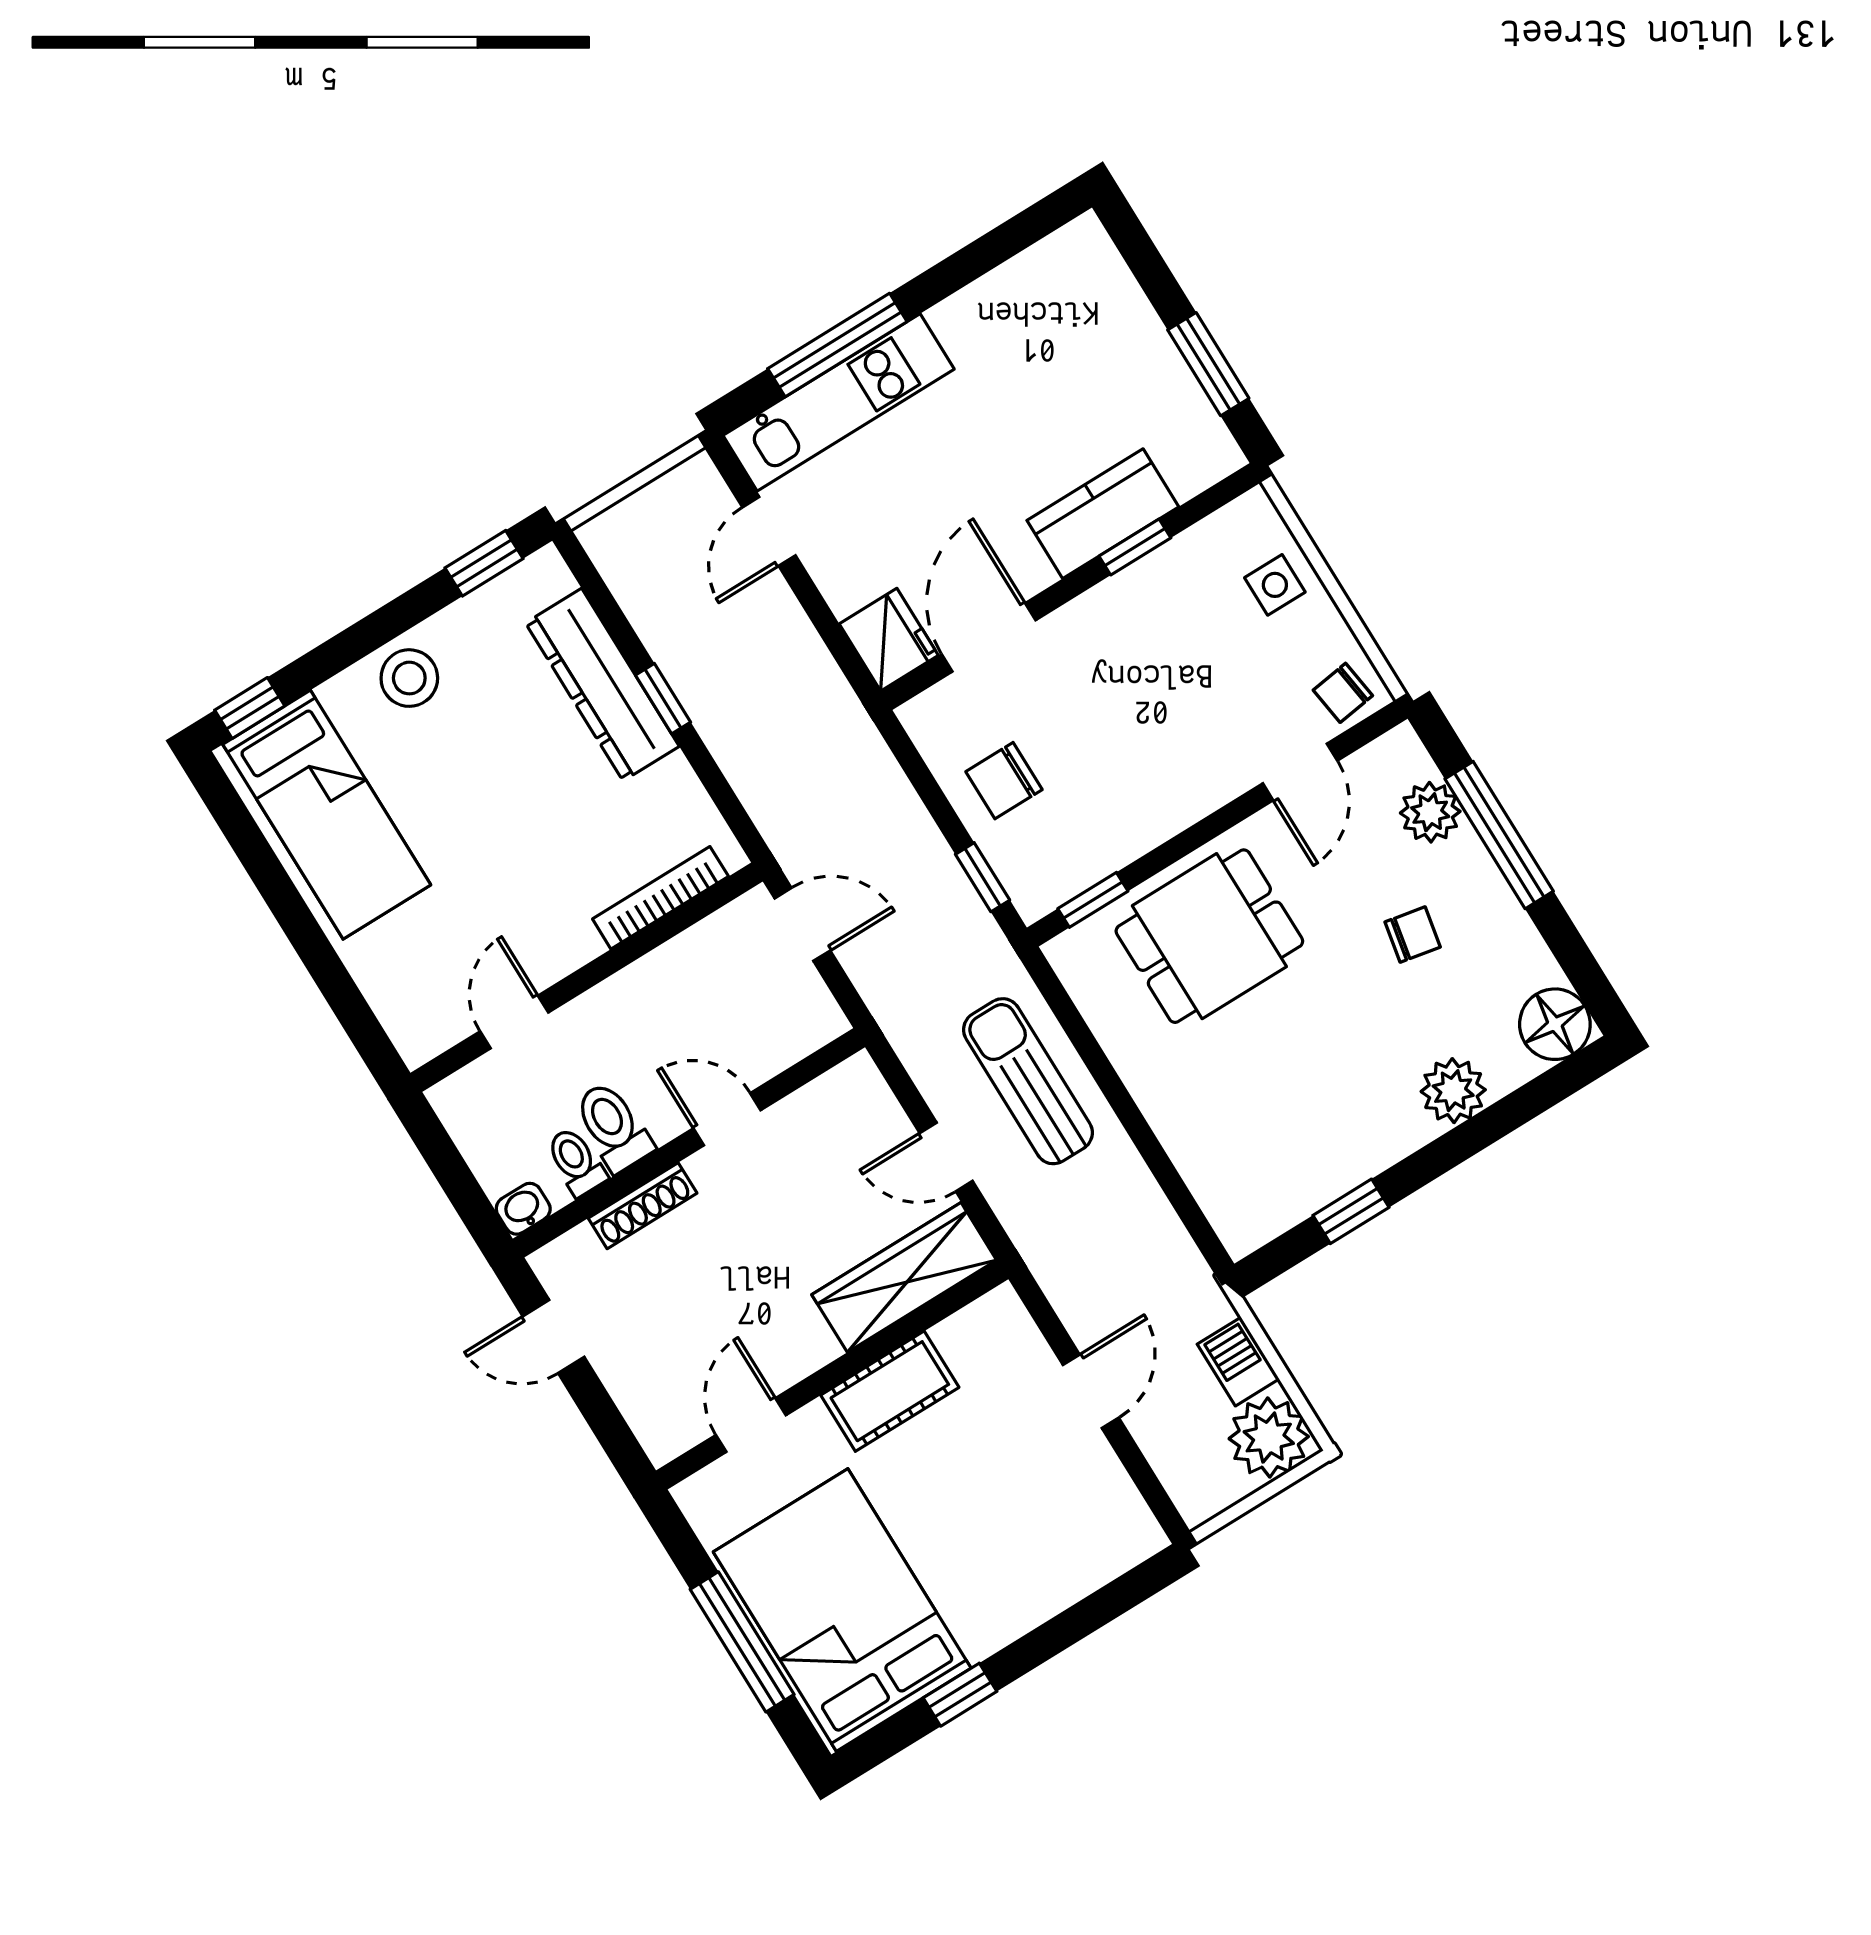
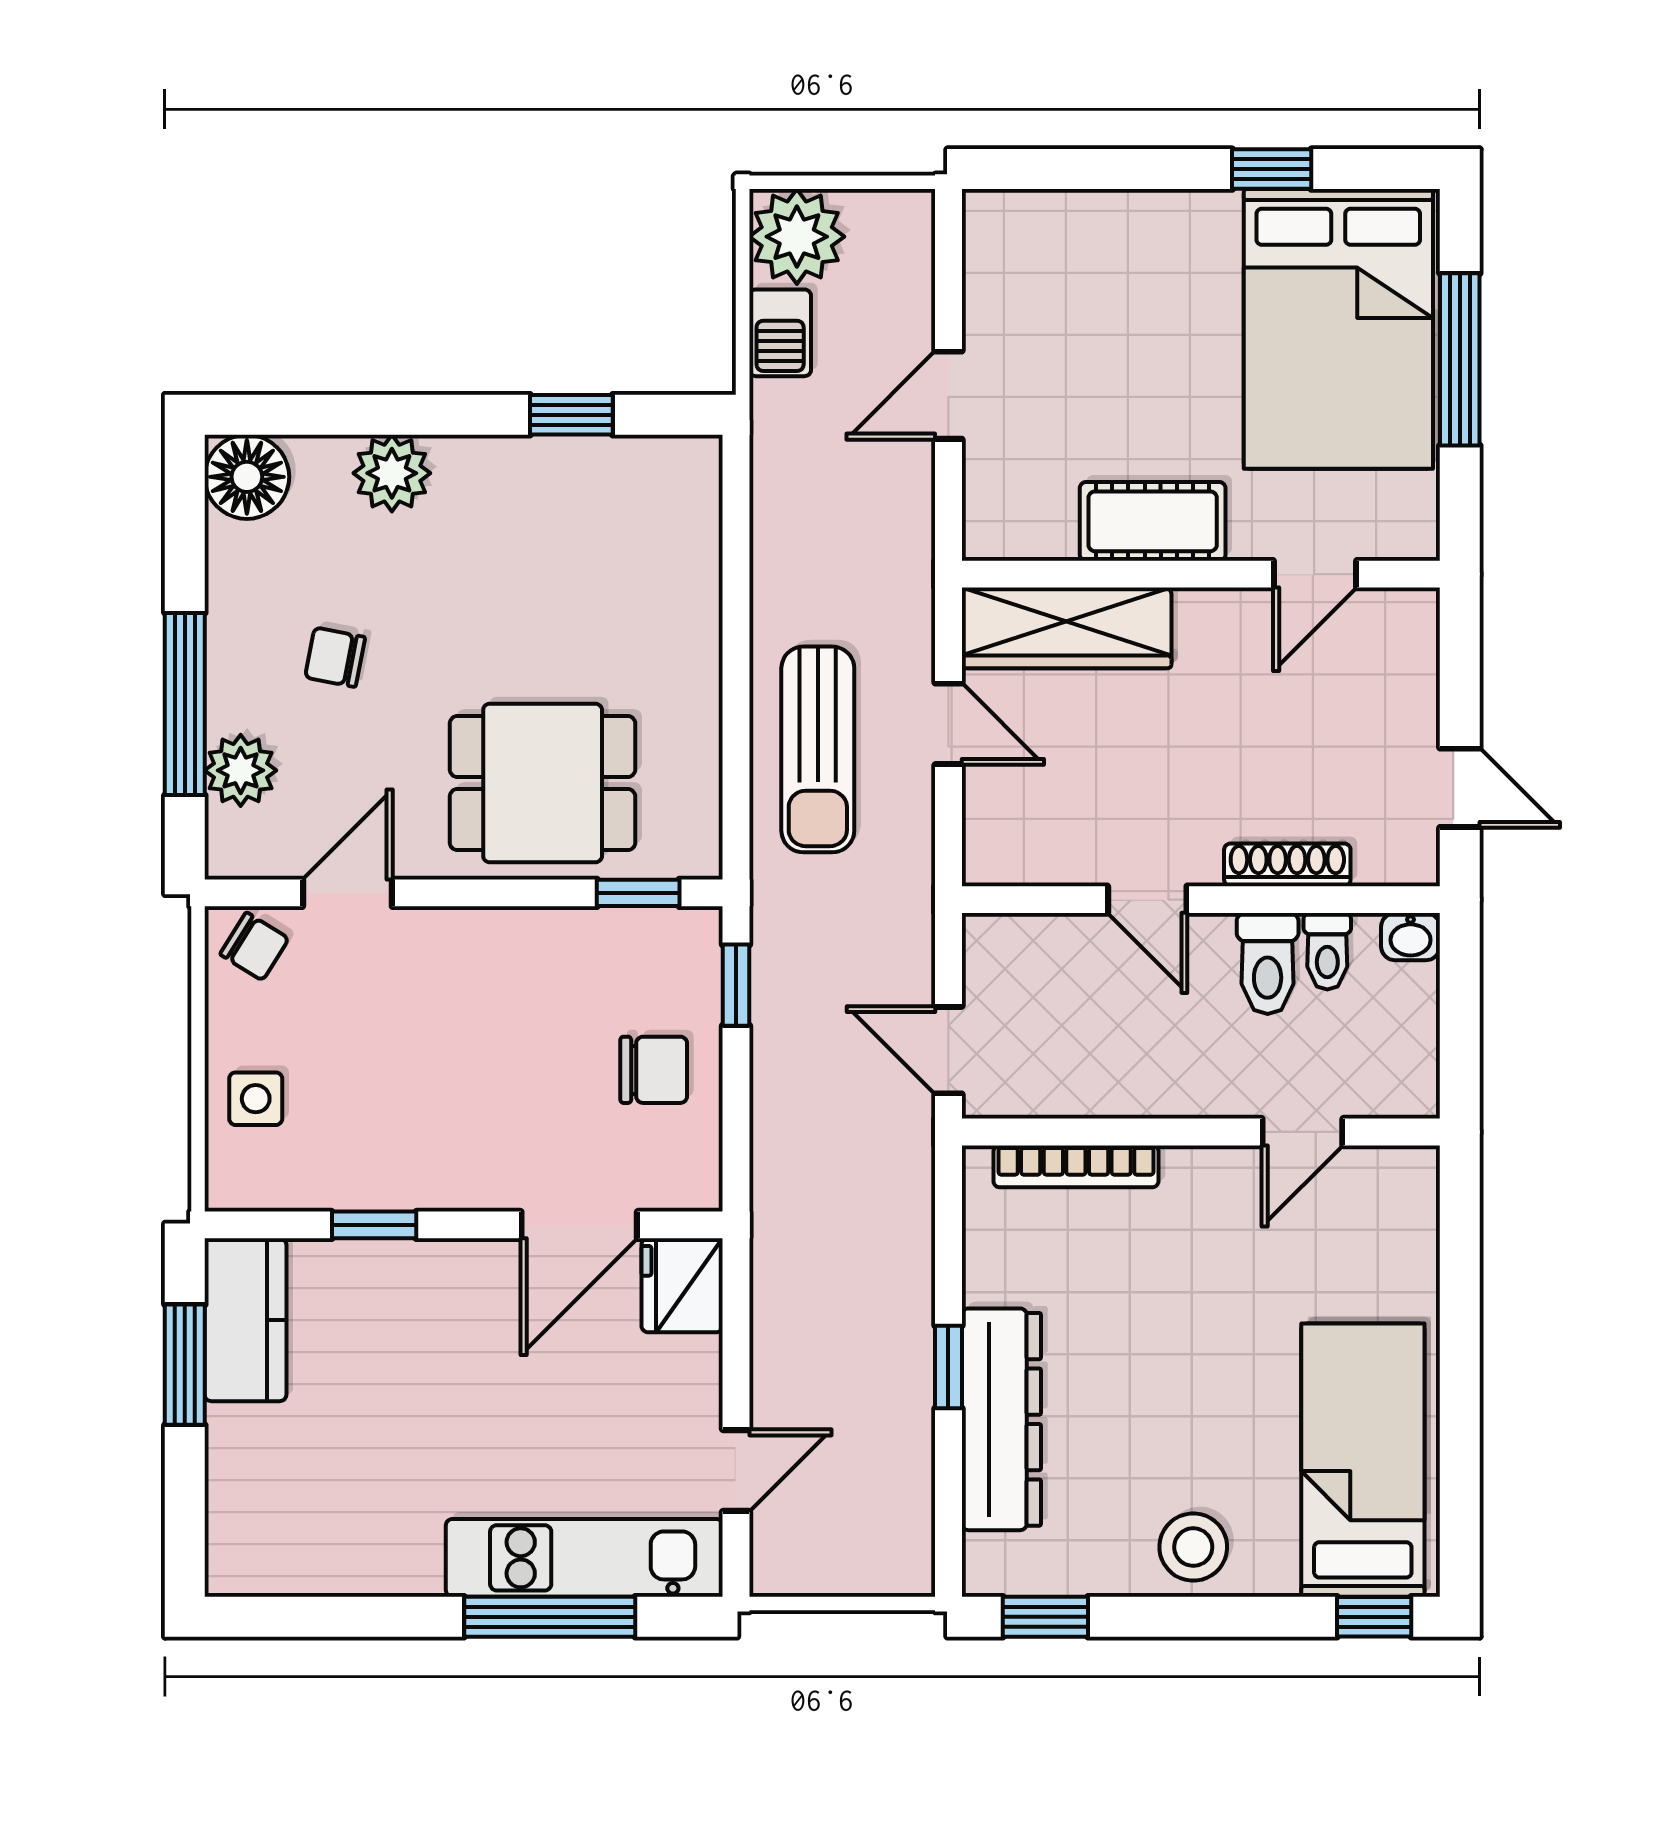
kitchen counter: (1103, 514) -> (245, 1320), moved, turned -90
chair: (1343, 693) -> (254, 946), turned 40

